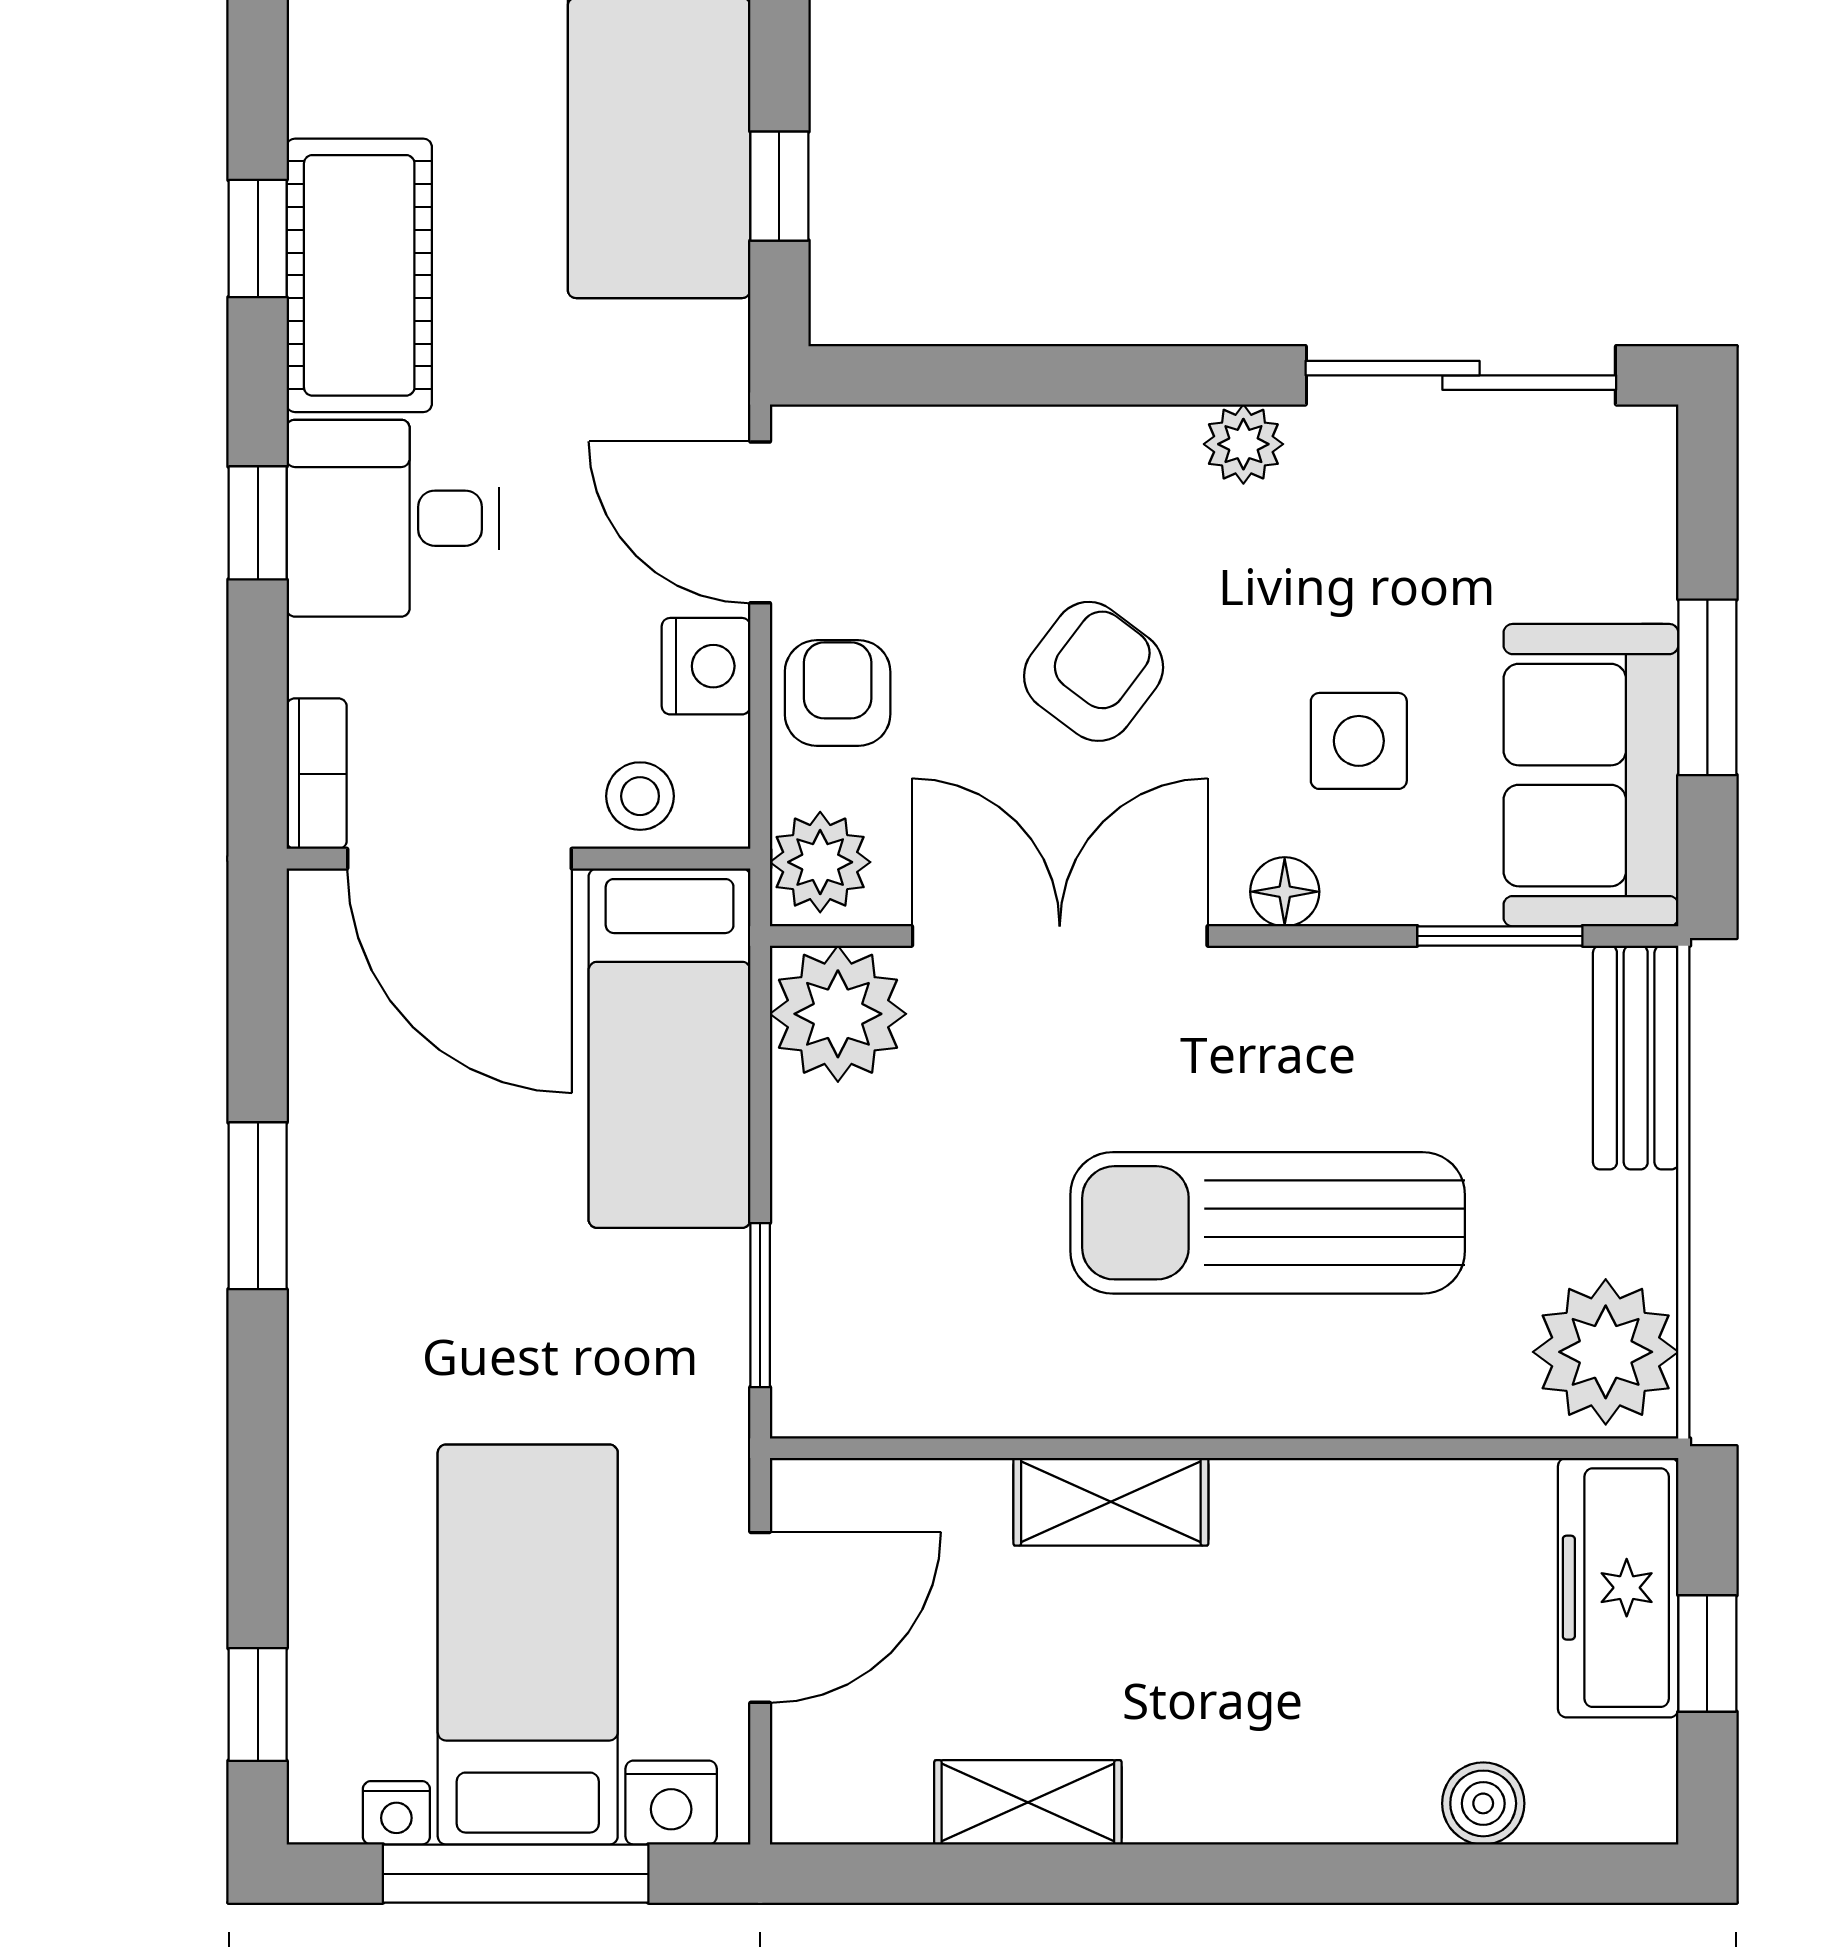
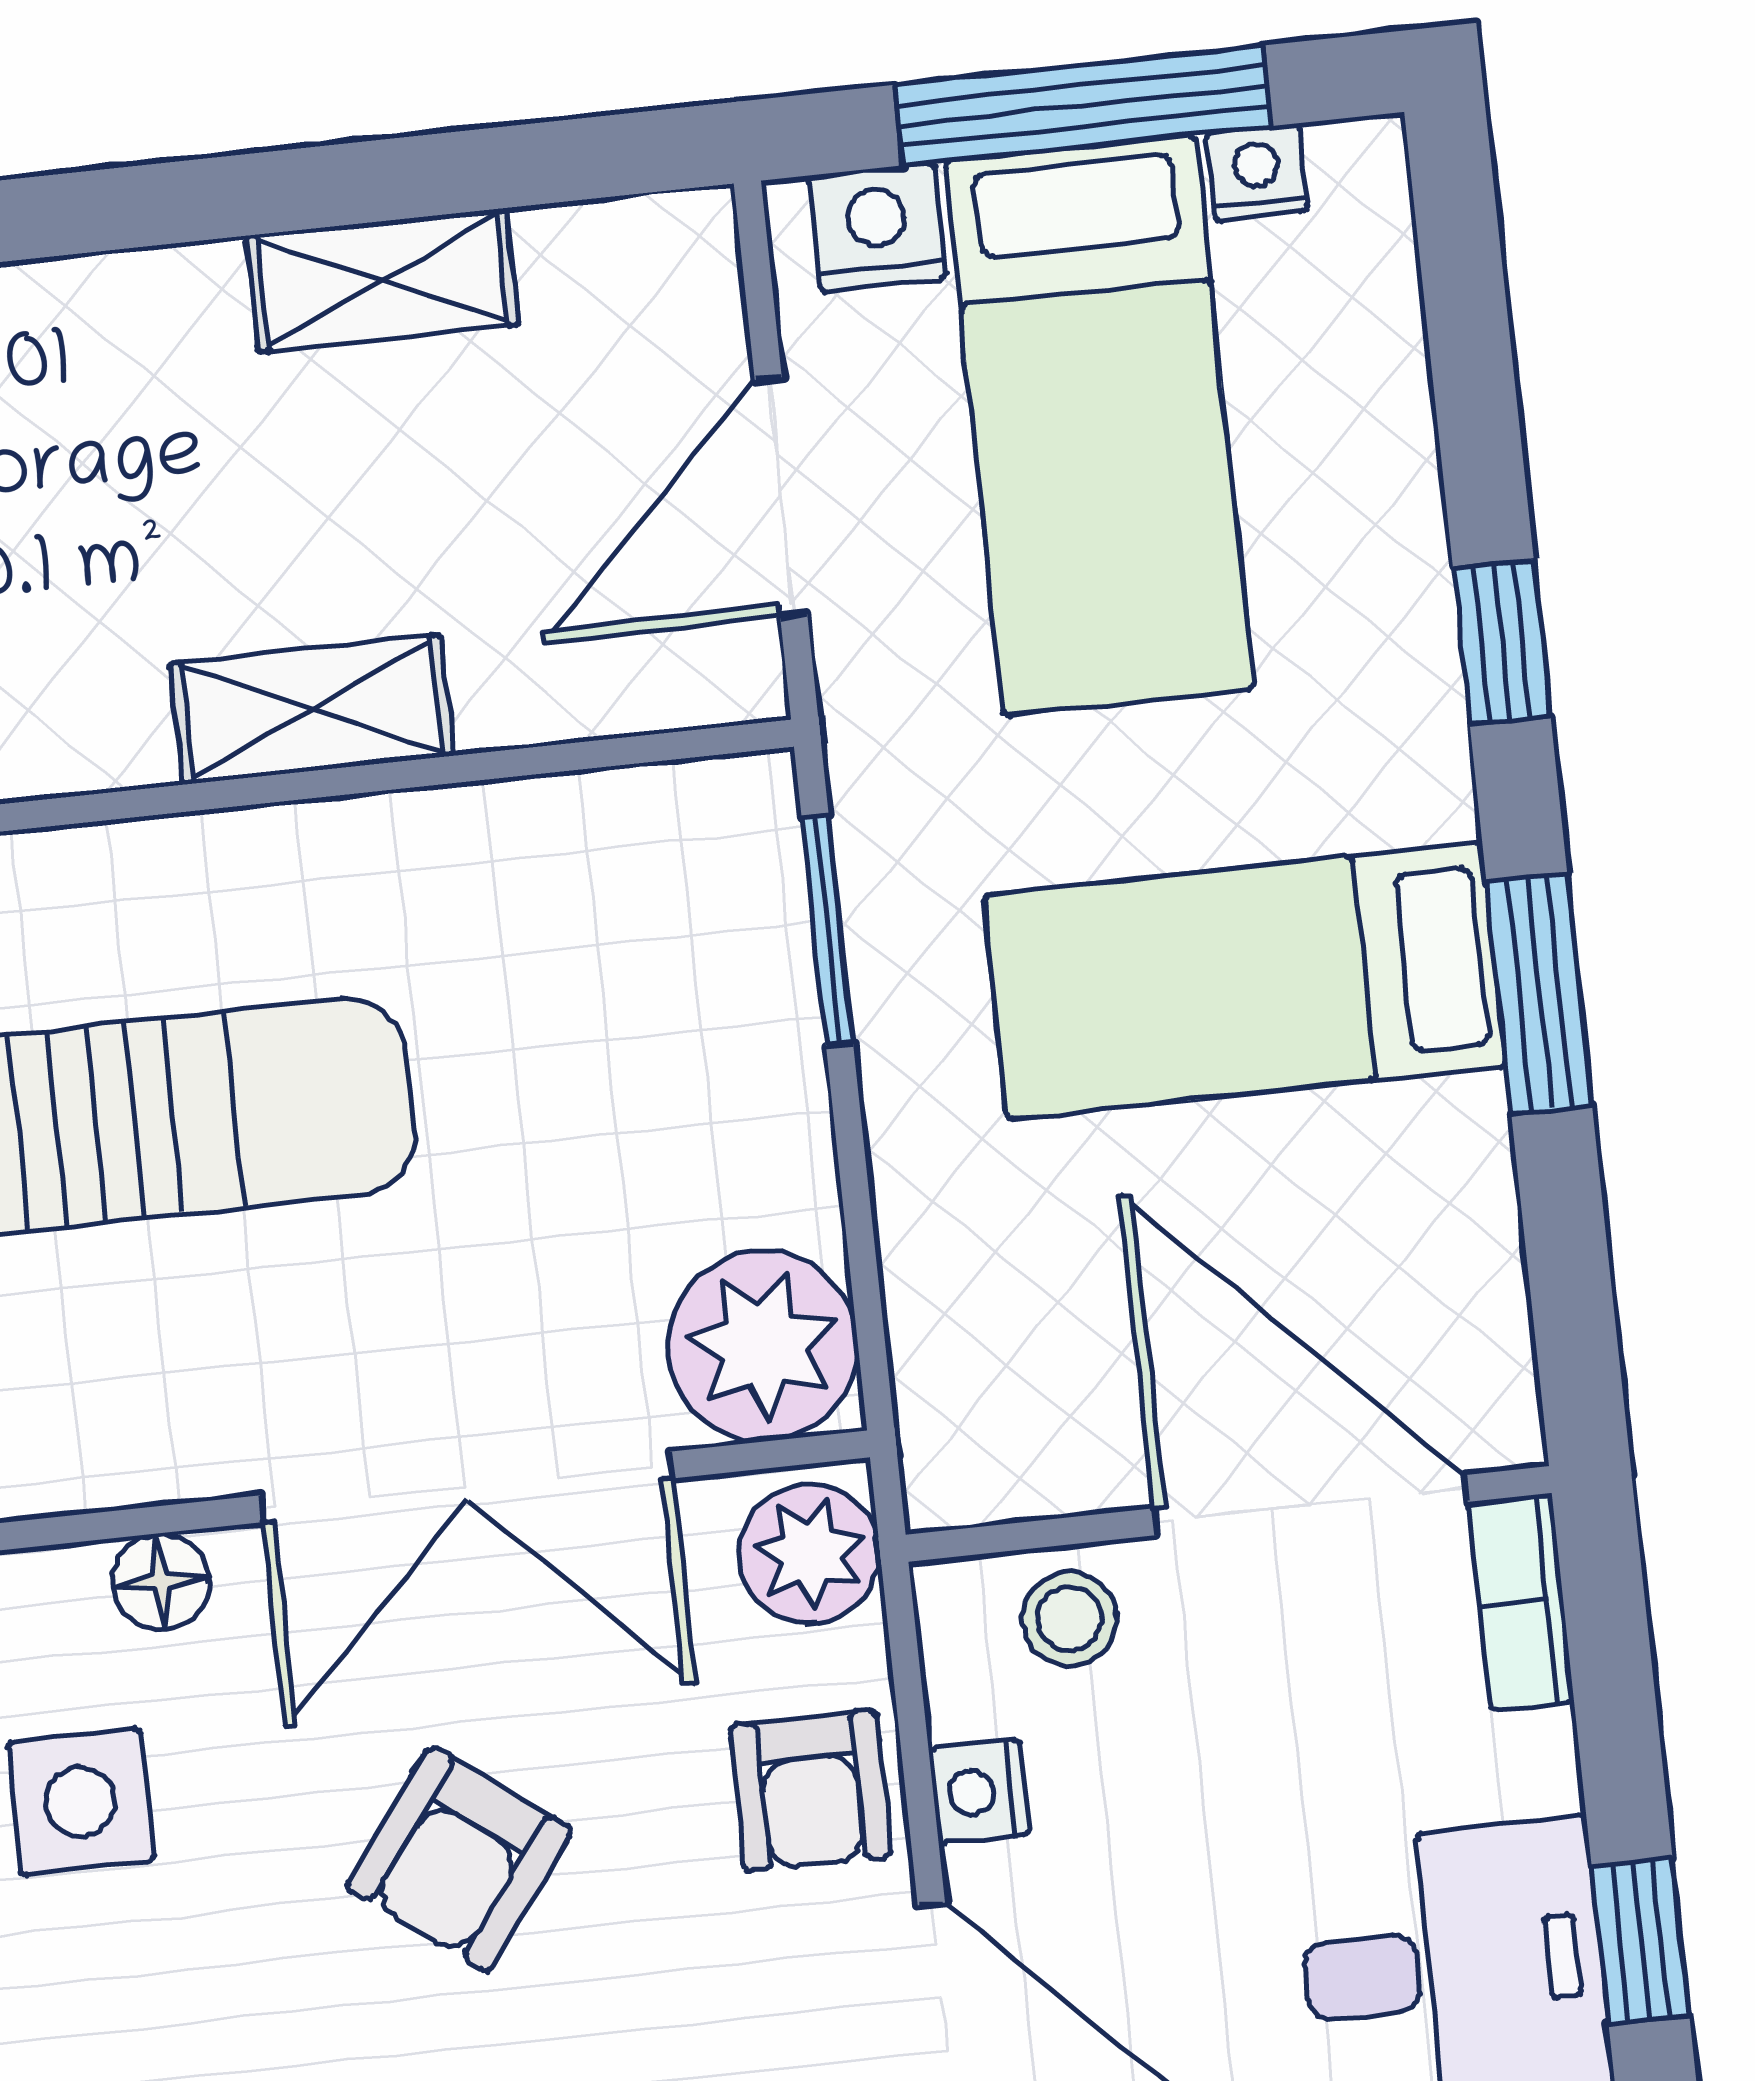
nightstand: (706, 666) -> (979, 1792), width x0.72, depth x0.74
bed: (670, 1048) -> (1245, 981), moved, turned -90
window: (258, 1705) -> (1502, 642), moved

